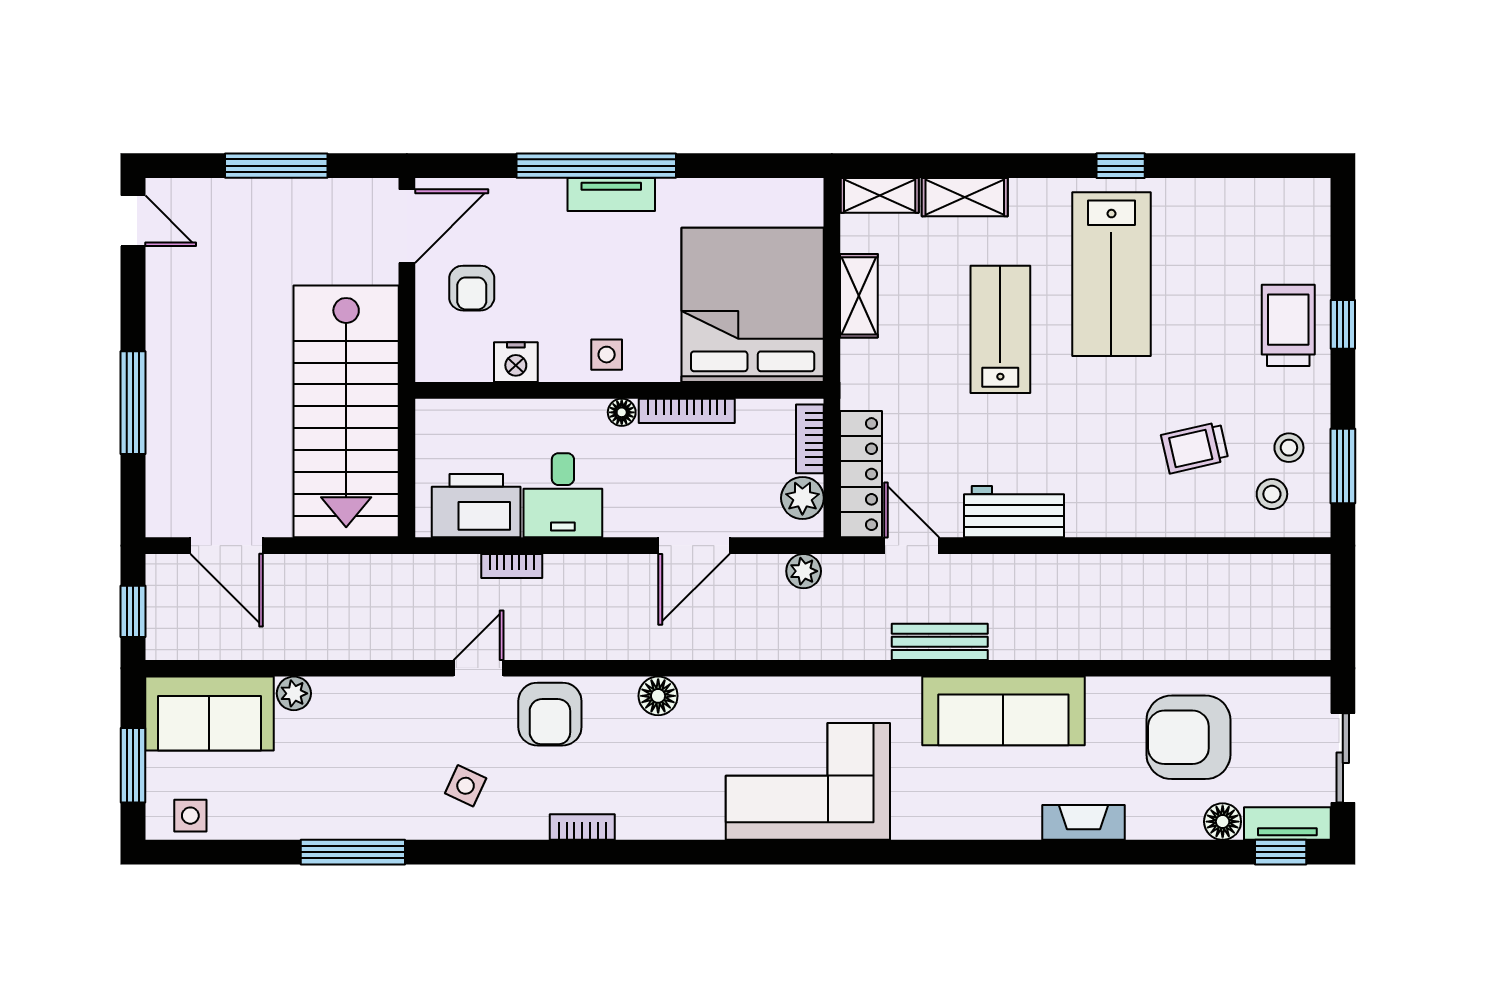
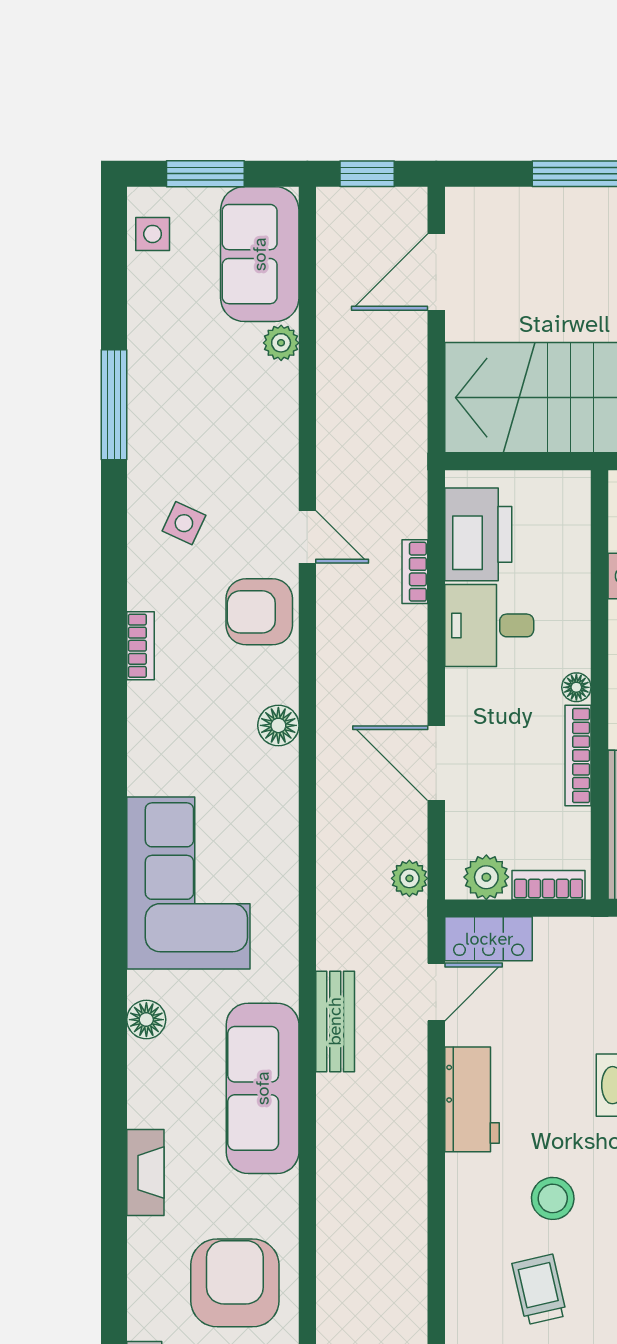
stool: (1108, 435) -> (553, 1198), added
locker: (861, 474) -> (489, 939), width x0.66
floor lamp: (1223, 822) -> (146, 1020), moved

